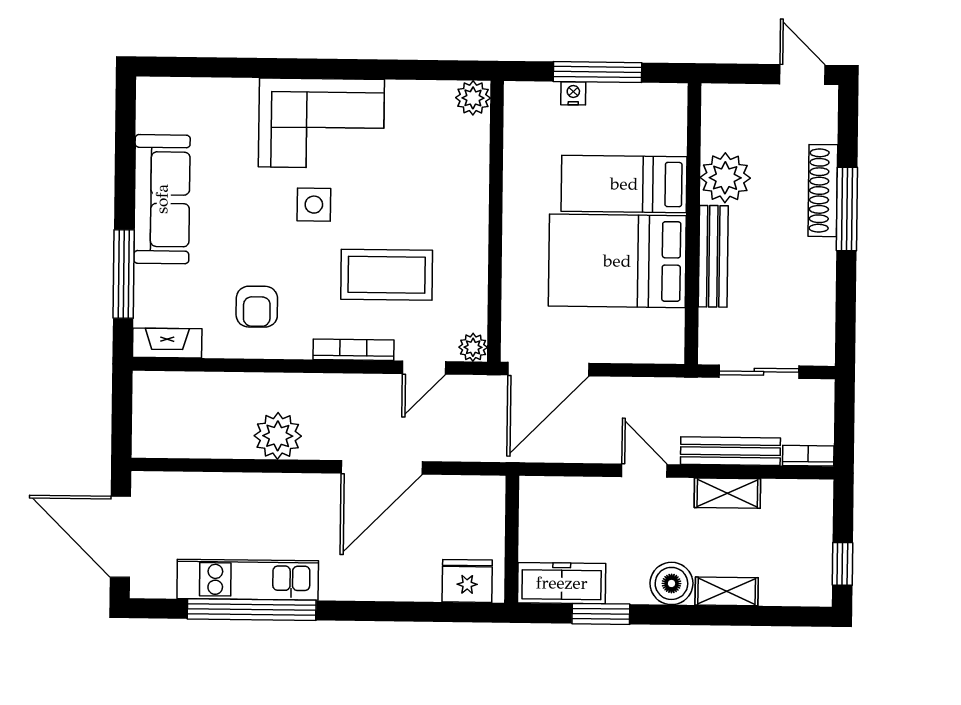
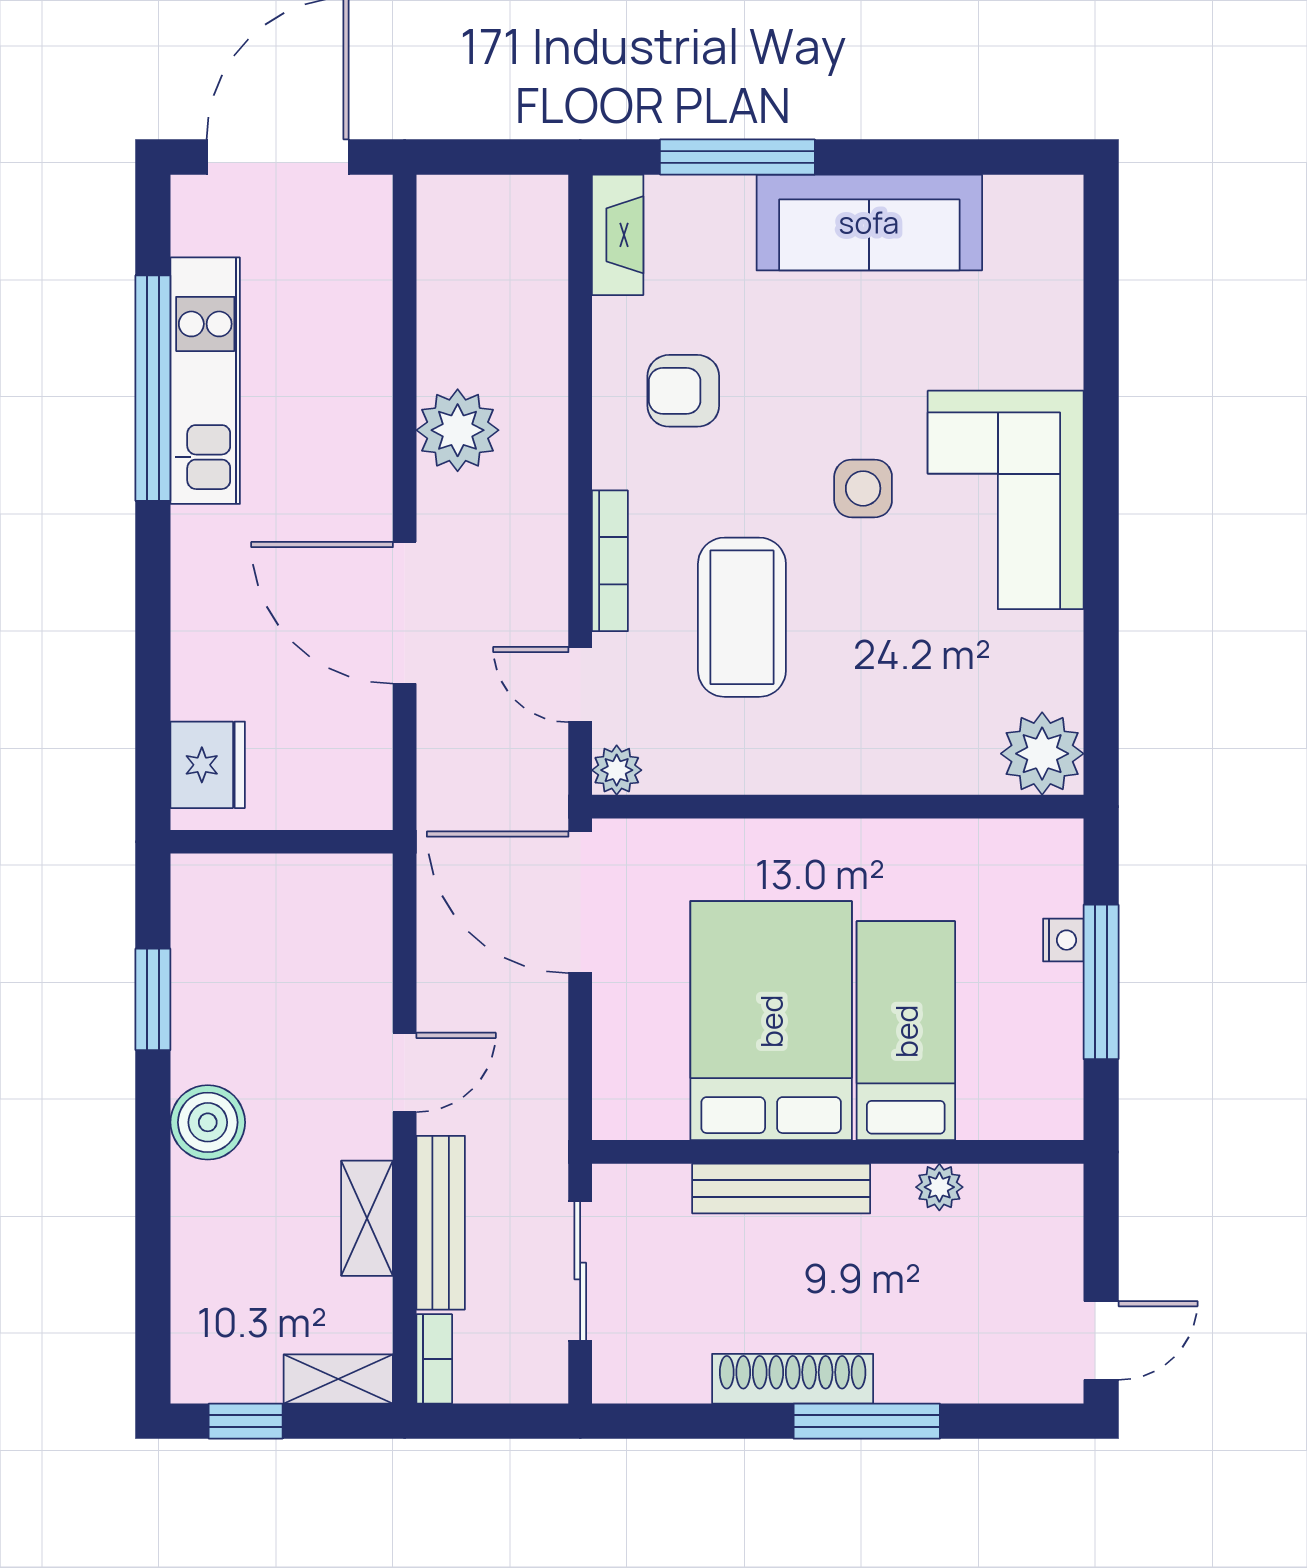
plant: (473, 98) -> (1042, 754), width x1.36, depth x1.36
plant: (725, 178) -> (939, 1187), width x0.53, depth x0.53
shoe rack: (823, 191) -> (793, 1379), moved
freezer: (562, 583) -> (206, 930), removed
shelving: (727, 591) -> (338, 1379), moved, turned 90

